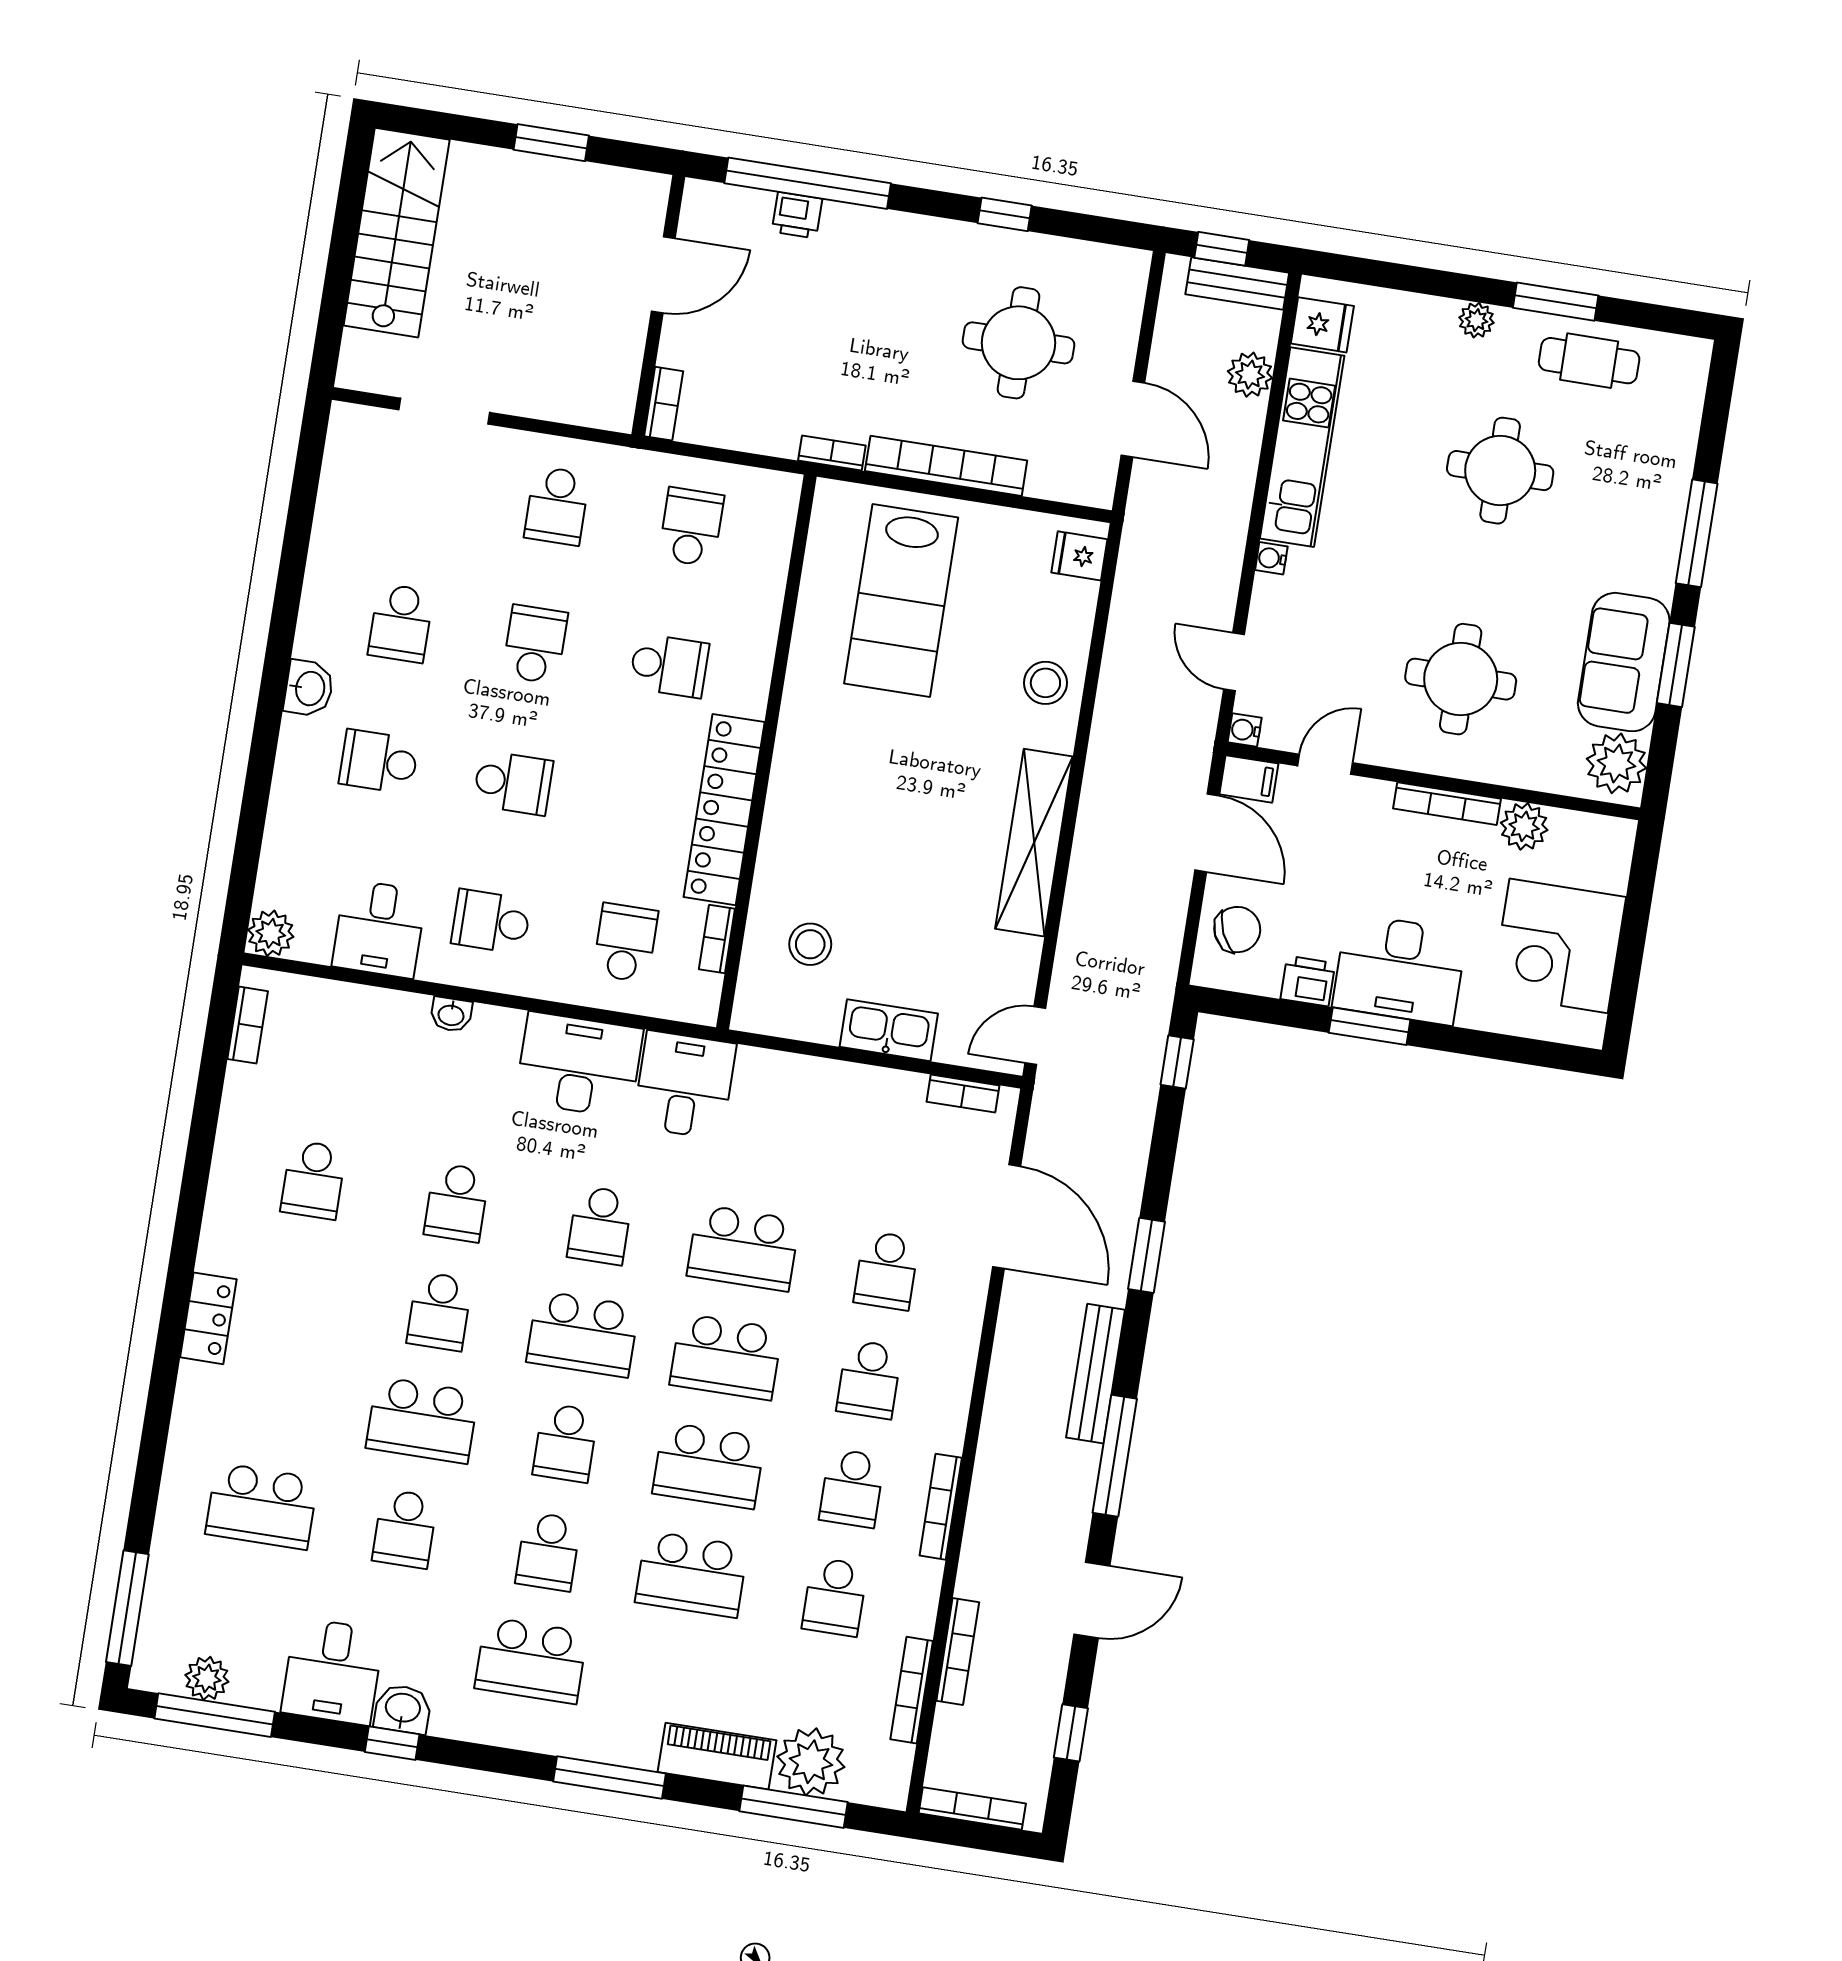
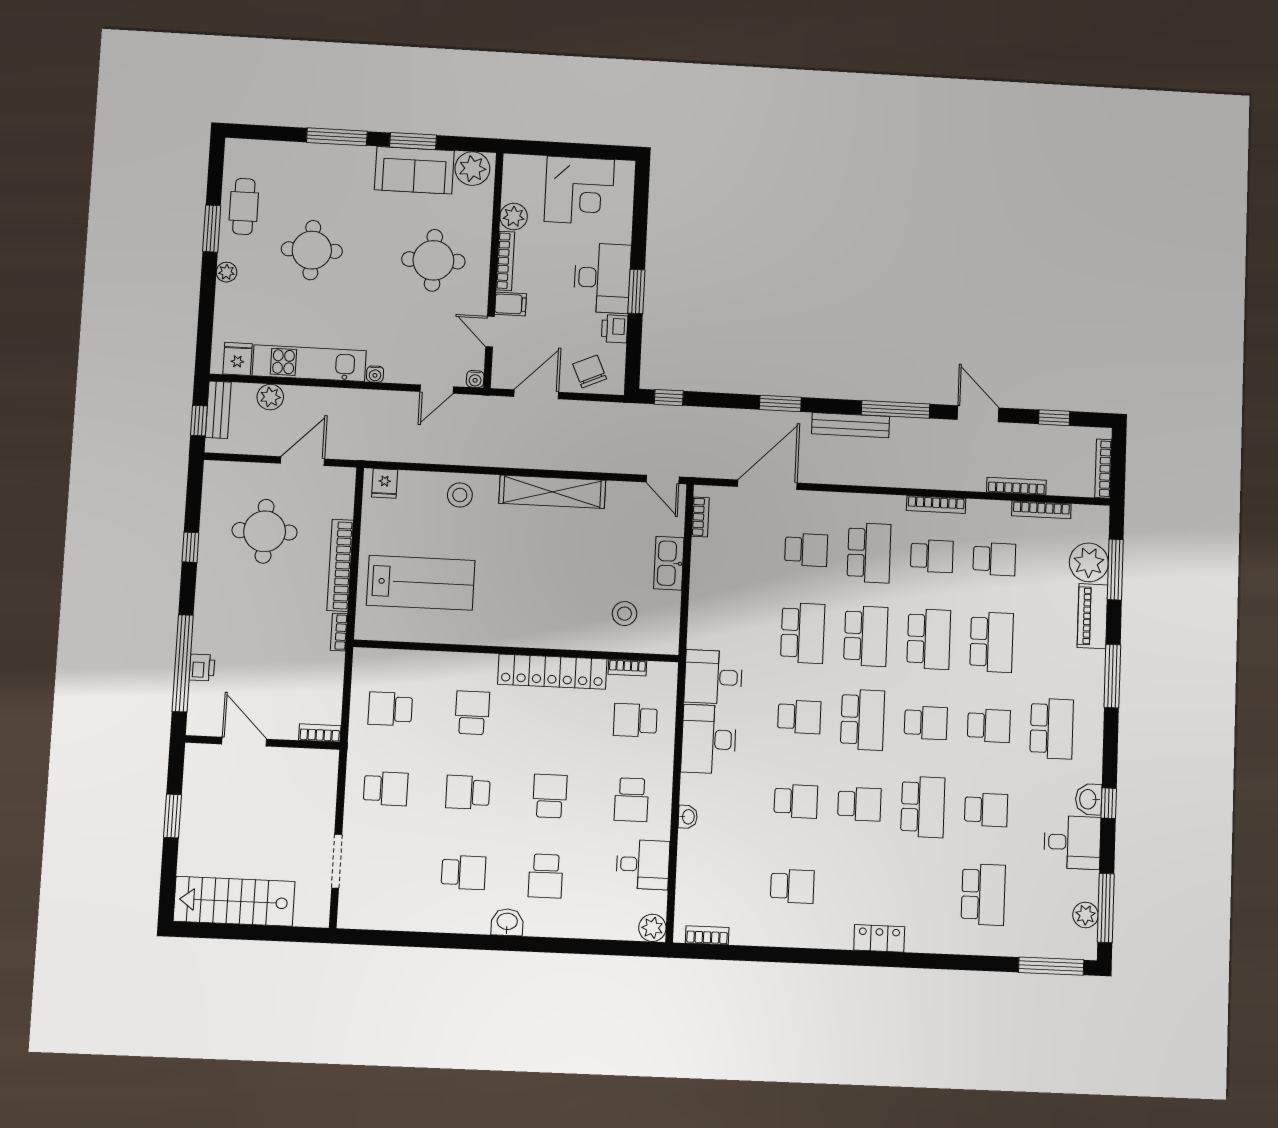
filing cabinet: (1249, 779) -> (510, 304), moved, turned 90
school desk: (869, 1379) -> (869, 553), width x1.85

